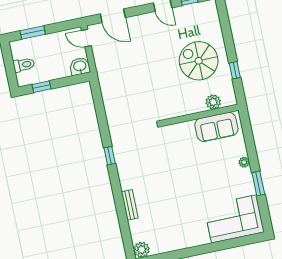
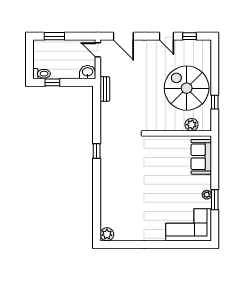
spiral stairs: (199, 61) -> (187, 88), width x1.37, depth x1.37
toilet: (24, 65) -> (42, 74), moved
sofa: (216, 127) -> (201, 157), moved, turned 90
plant: (244, 162) -> (207, 195), moved
bench: (130, 205) -> (105, 89), moved

